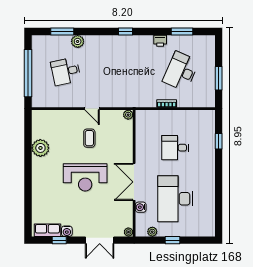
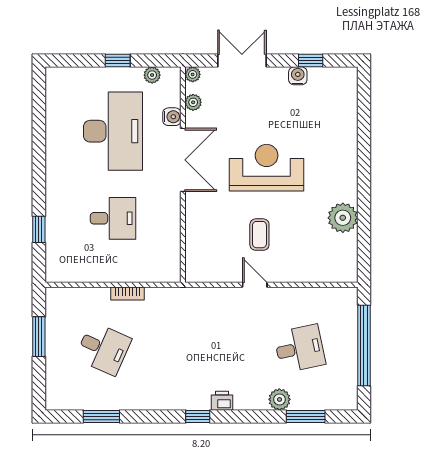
printer: (160, 41) -> (222, 401), moved
desk: (181, 71) -> (103, 349), width x0.73
plant: (128, 115) -> (193, 102), moved
row of seats: (47, 230) -> (331, 77), removed

